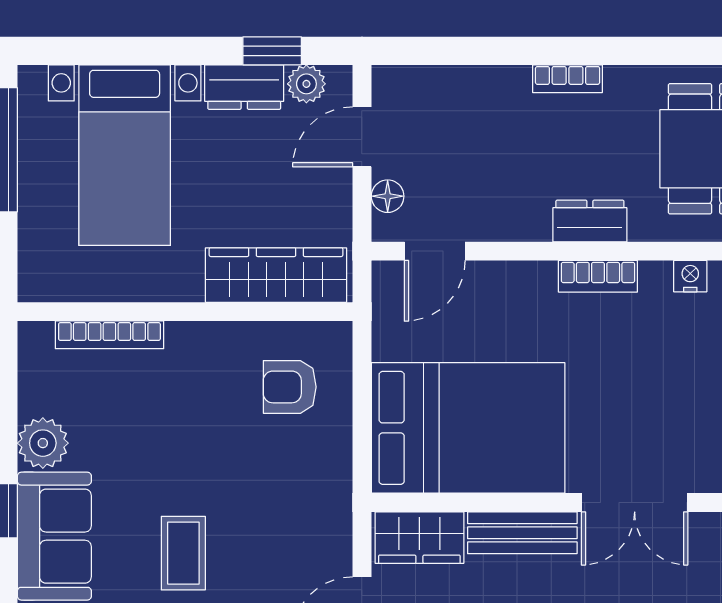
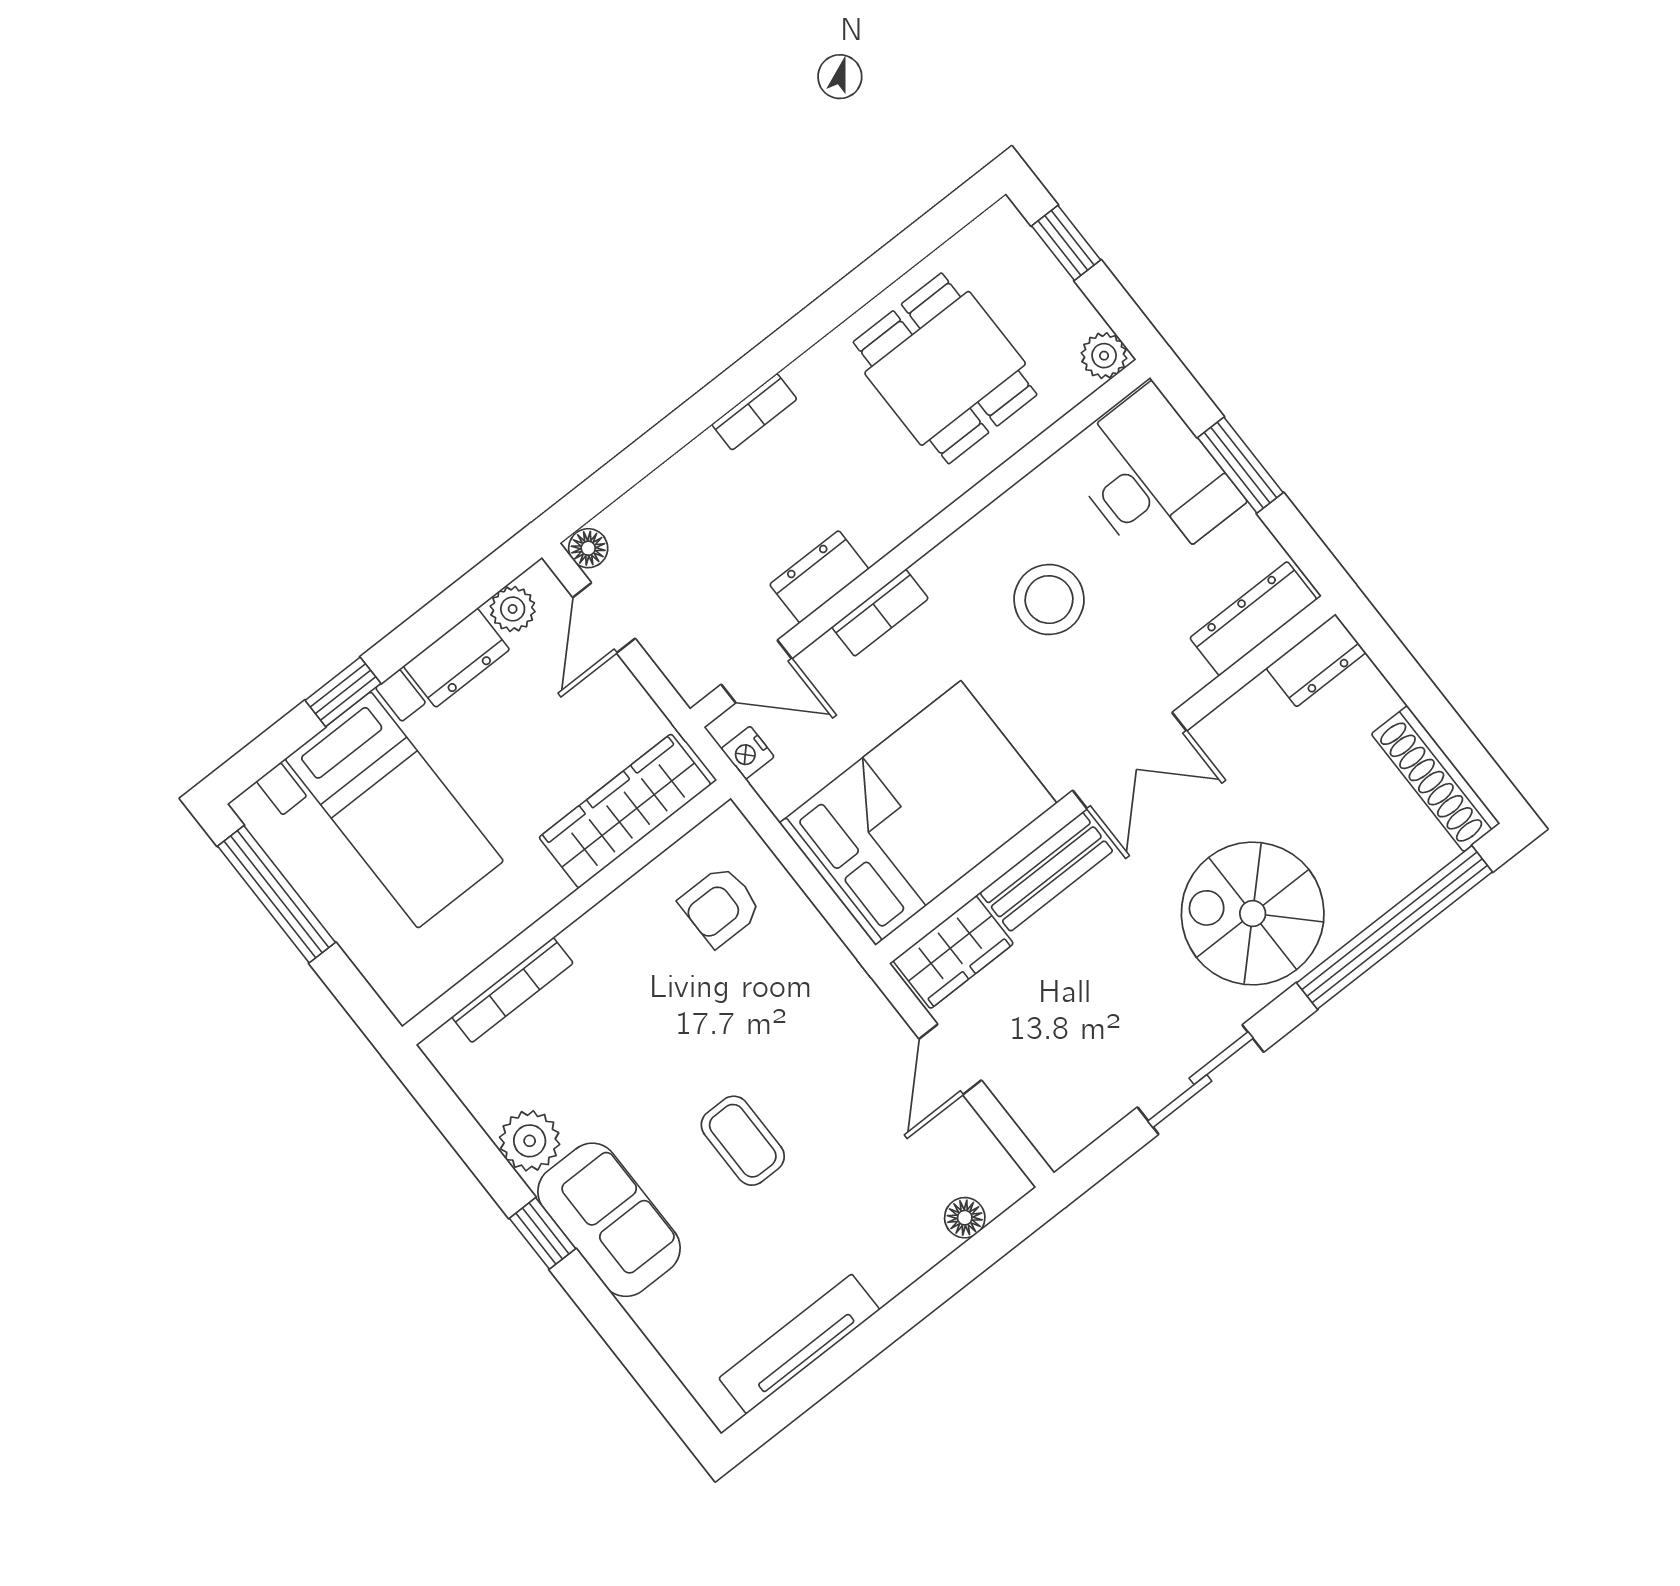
window: (272, 51) -> (343, 692), moved
floor lamp: (388, 196) -> (588, 548), moved
dresser: (590, 221) -> (819, 577), moved
door: (435, 251) -> (756, 672), hinge flipped
bookcase: (598, 276) -> (880, 613), moved
nightstand: (690, 276) -> (748, 753), moved, turned -90
stool: (665, 355) -> (1049, 600), added

